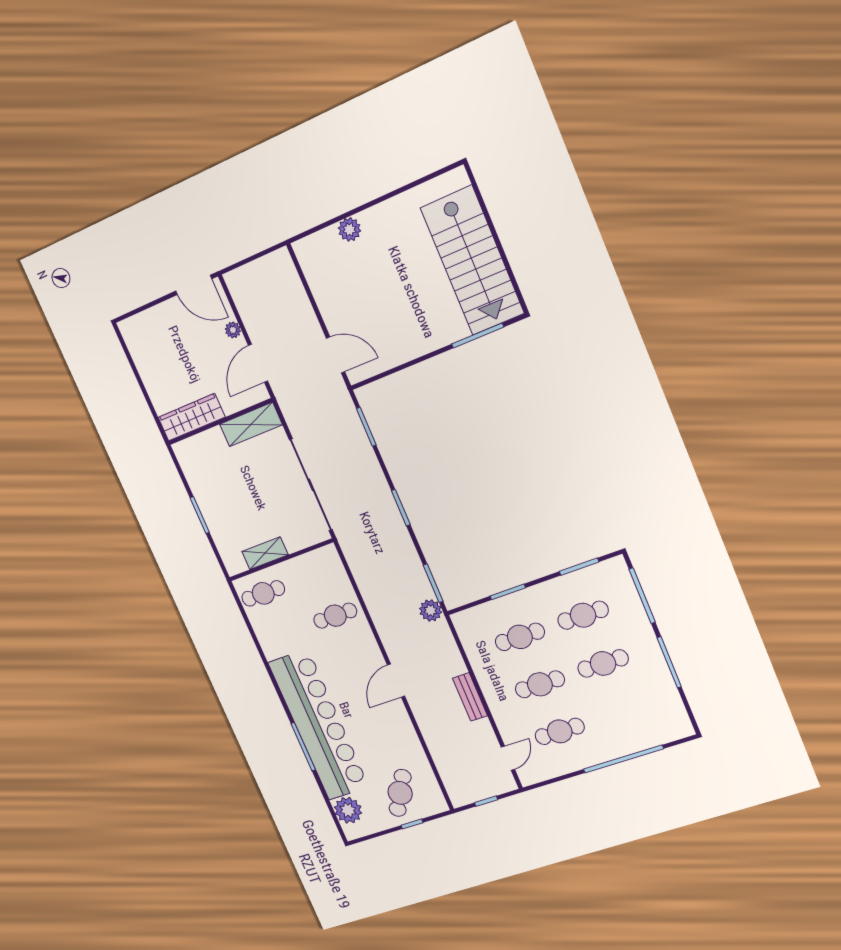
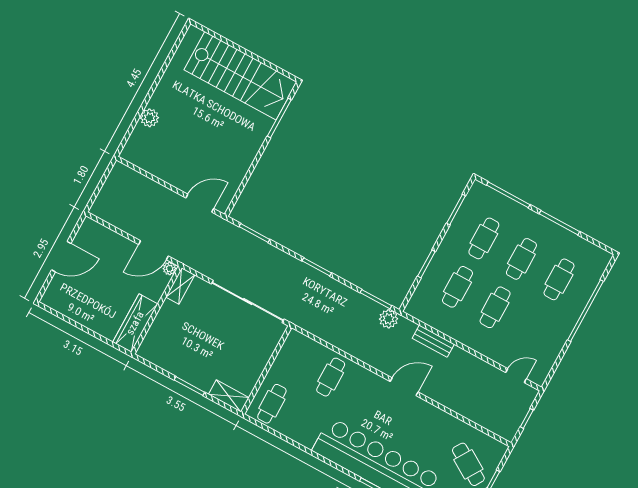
door: (194, 285) -> (61, 257), moved
plant: (233, 330) -> (170, 269), moved
door: (258, 363) -> (153, 250), hinge flipped
shelving: (251, 424) -> (180, 286), width x0.67, depth x0.75
shelving: (265, 553) -> (229, 396), moved, turned 90
door: (396, 681) -> (404, 387), swing flipped
bench: (470, 697) -> (433, 341), moved
cafe table: (560, 731) -> (559, 279), moved
door: (508, 758) -> (516, 376), hinge flipped

